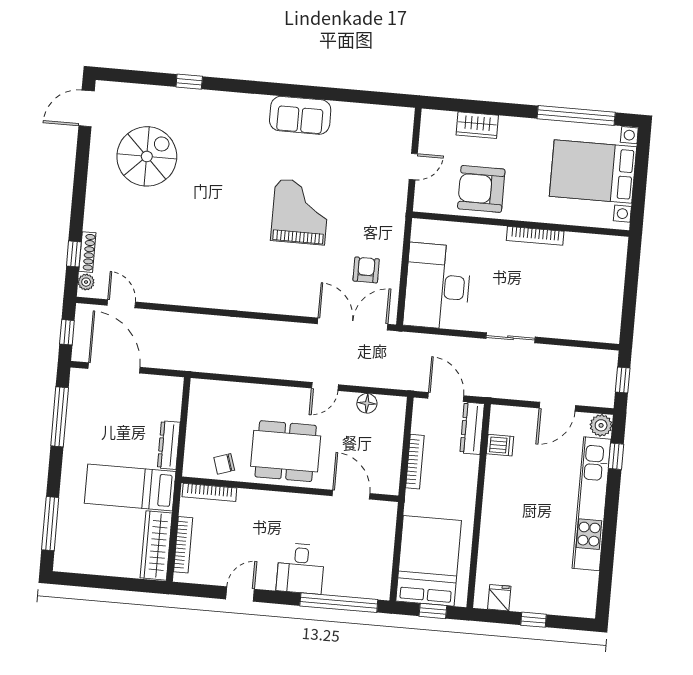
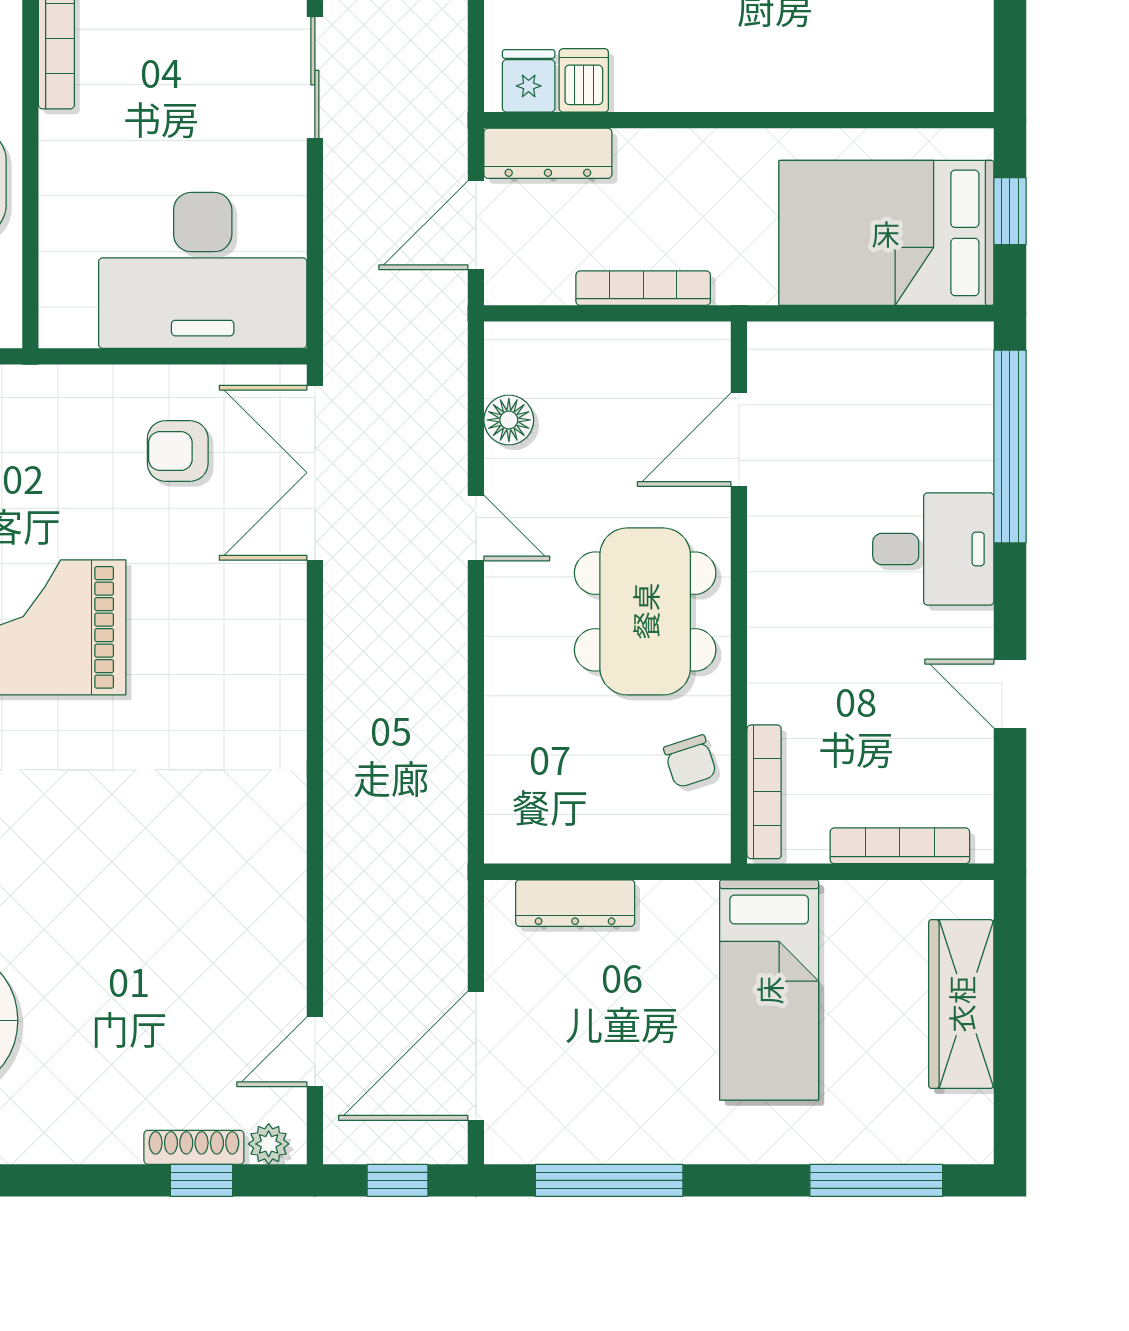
dresser: (169, 445) -> (575, 903), moved
wardrobe: (156, 545) -> (961, 1004), moved, turned 90
fridge: (499, 598) -> (529, 81), moved, turned 90

